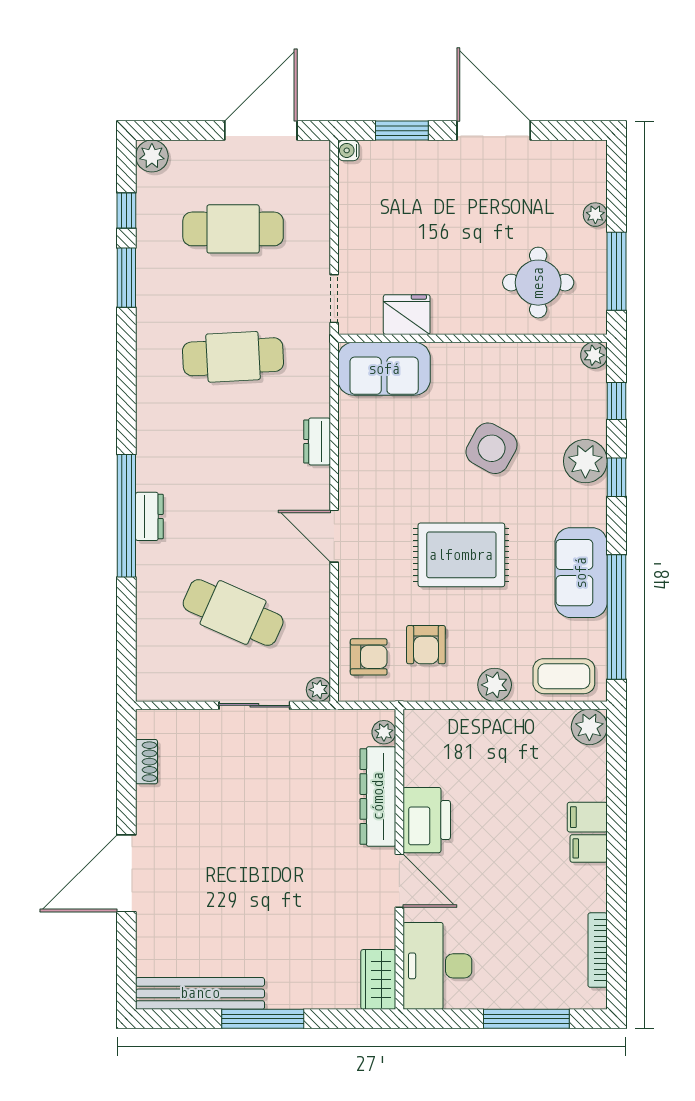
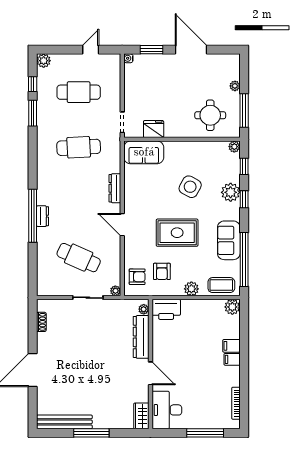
door: (261, 131) -> (91, 50), width x0.53
dresser: (317, 441) -> (115, 188), width x1.44
printer: (427, 820) -> (166, 309), moved, turned 90

